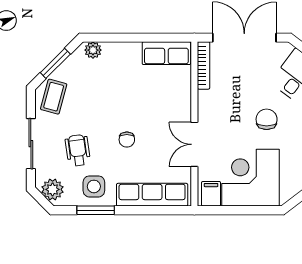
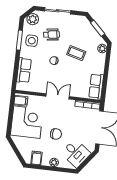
coffee table: (54, 97) -> (76, 53), moved
double door: (194, 144) -> (58, 96), moved
row of seats: (152, 195) -> (24, 70), width x0.68

